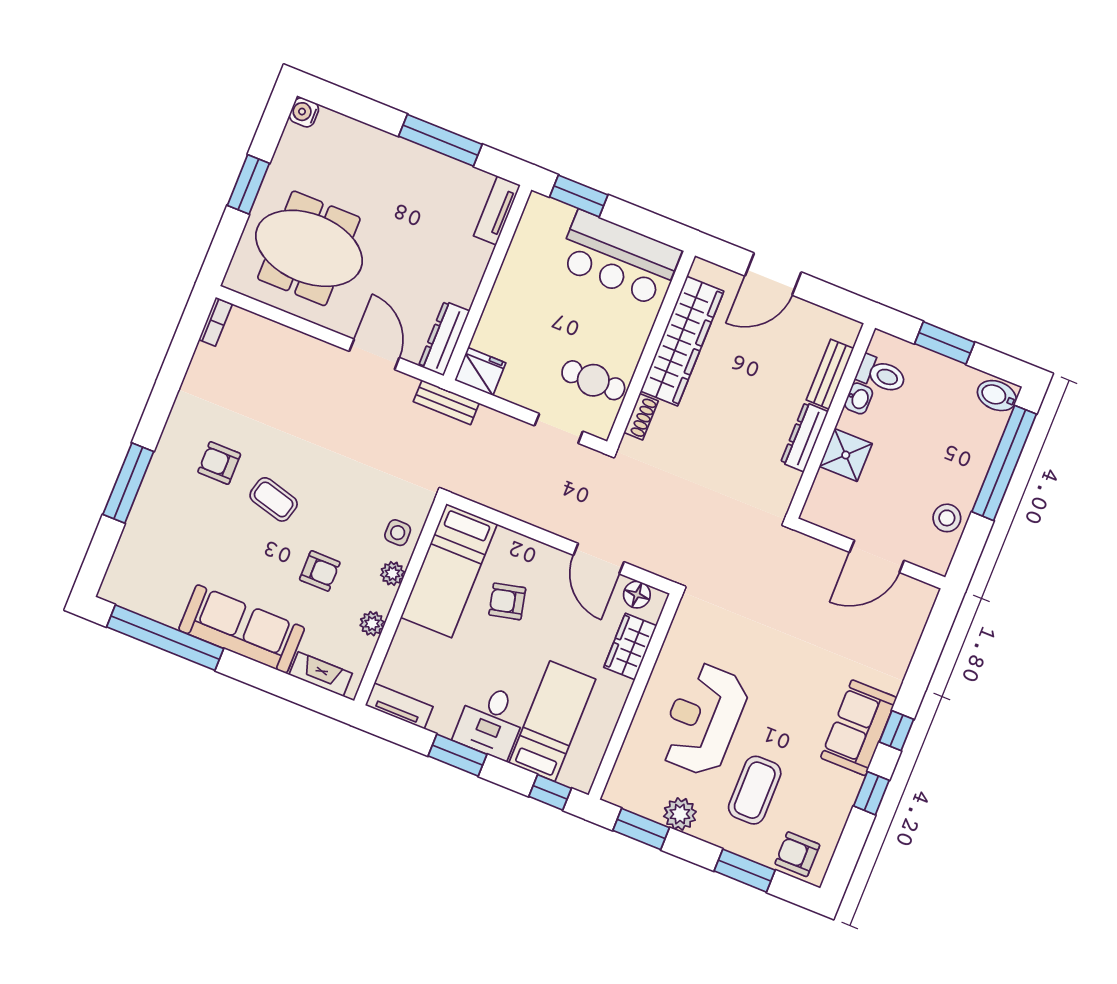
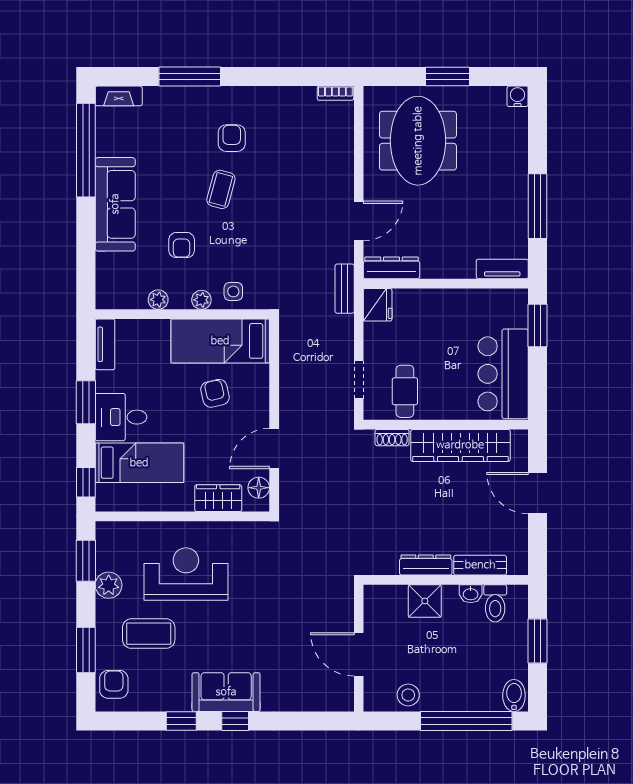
fireplace: (321, 674) -> (119, 96), moved, turned 90

